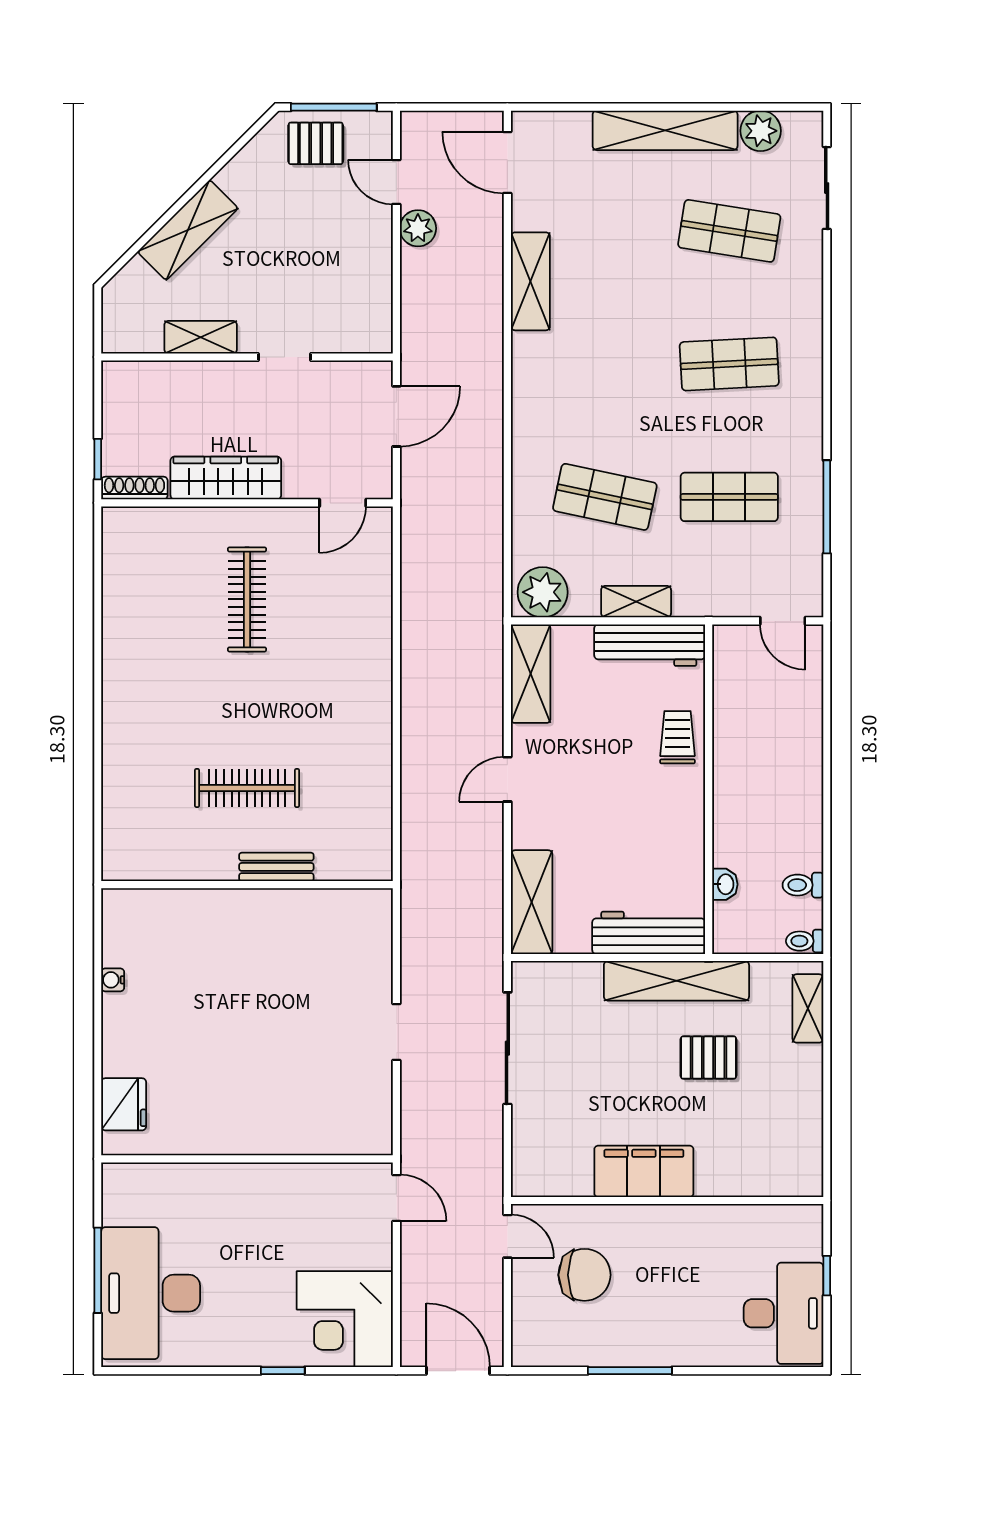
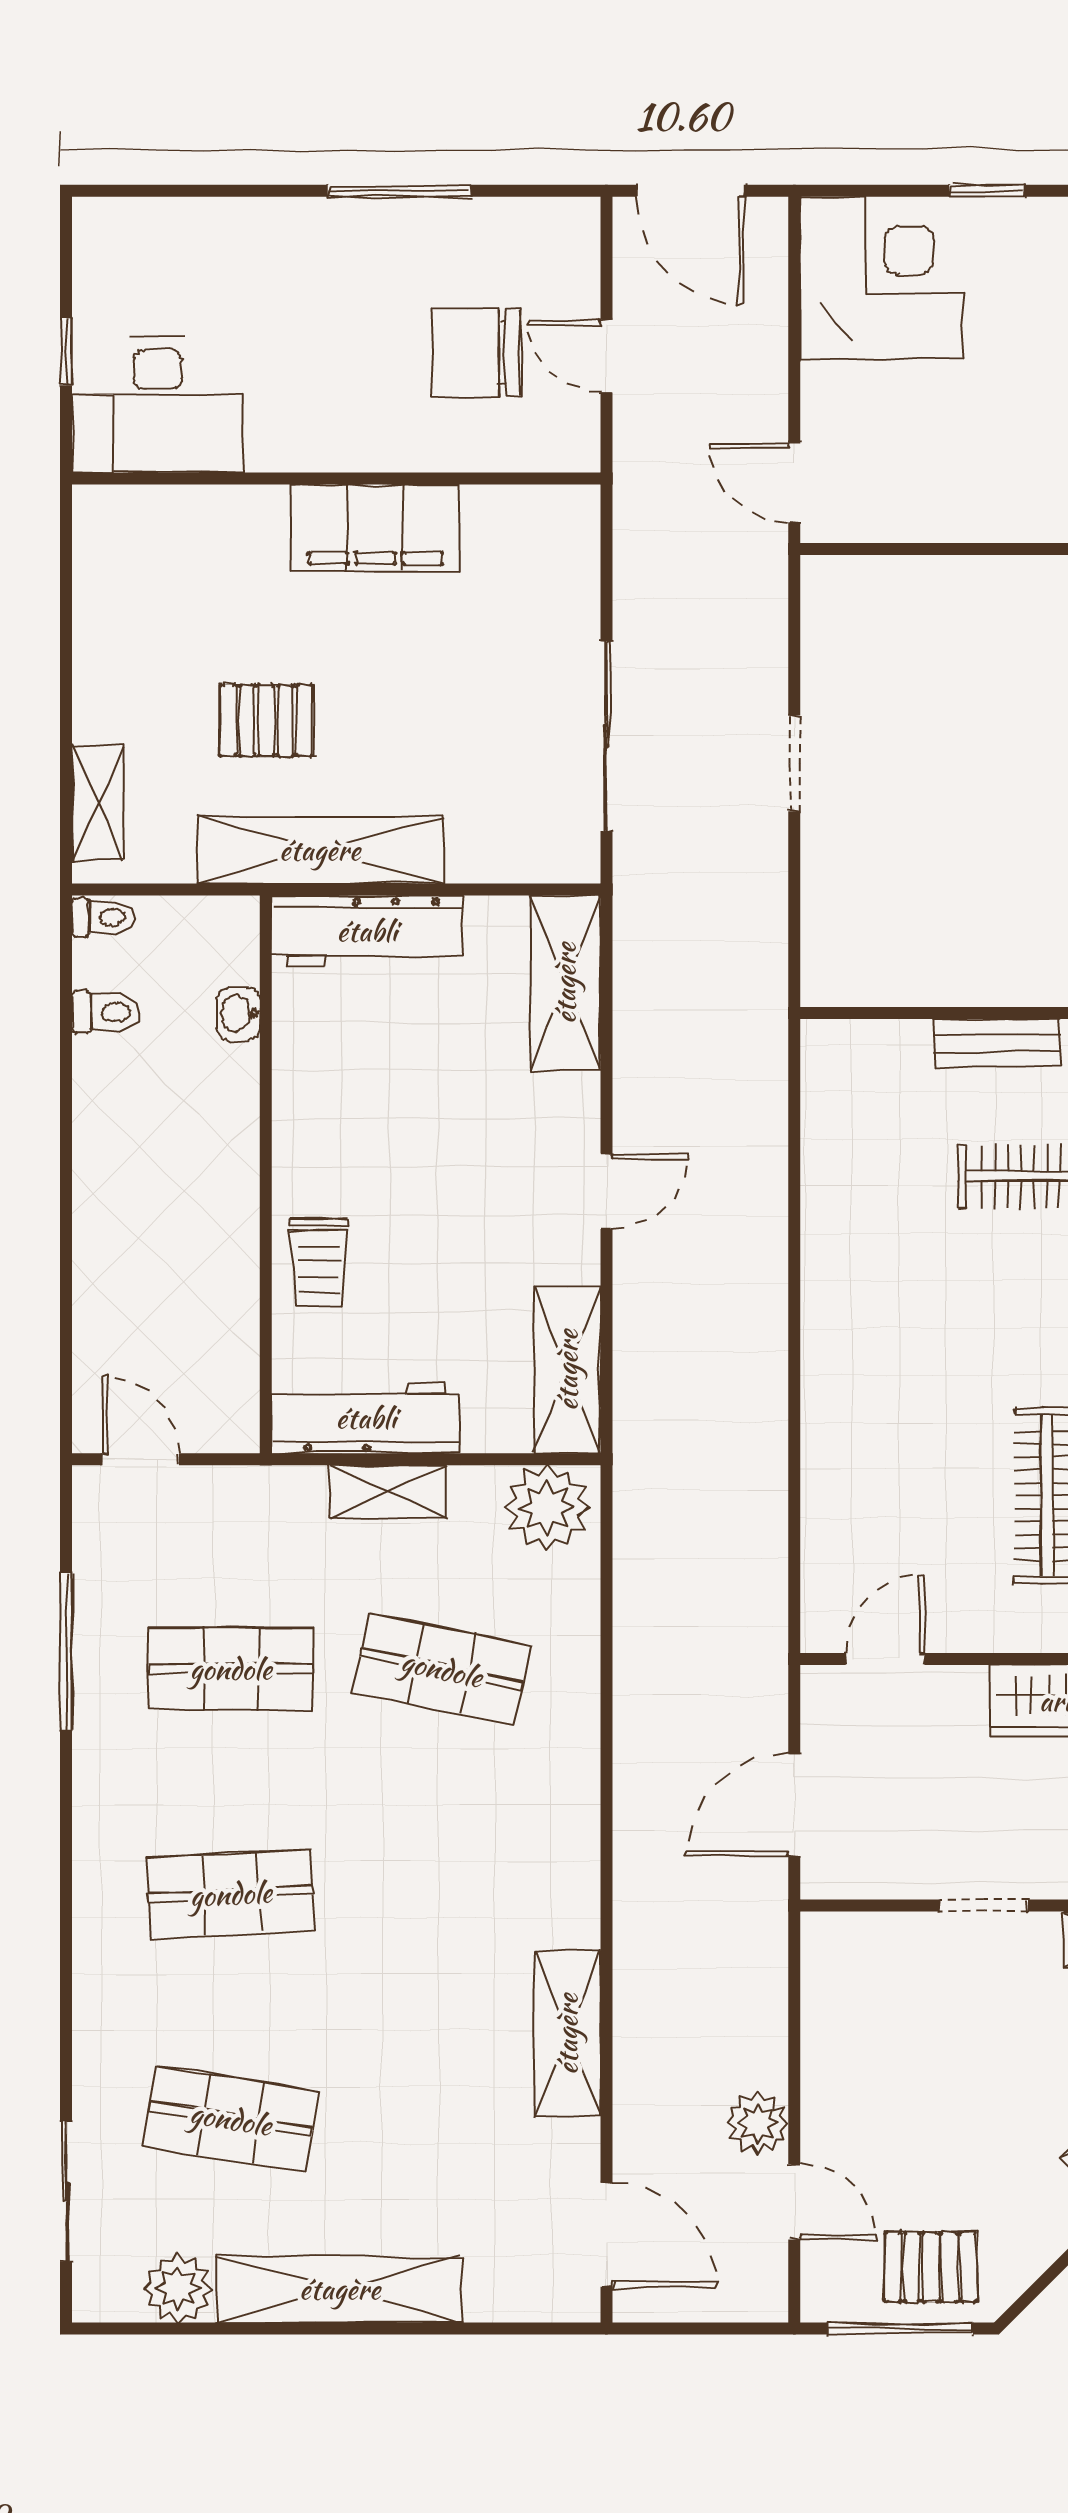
door: (507, 1236) -> (606, 356), moved
desk: (783, 1313) -> (158, 405), moved, turned -90

